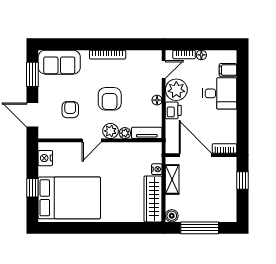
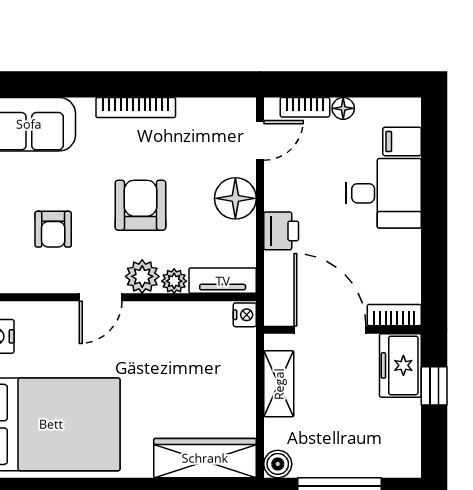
plant: (176, 90) -> (288, 185), removed
armchair: (110, 99) -> (140, 205), turned 180
floor lamp: (157, 100) -> (235, 198), width x1.89, depth x1.89
armchair: (70, 110) -> (53, 229), turned 180
nightstand: (157, 169) -> (245, 315), moved
freezer: (227, 171) -> (400, 365), added
wardrobe: (153, 199) -> (205, 458), moved, turned 90

